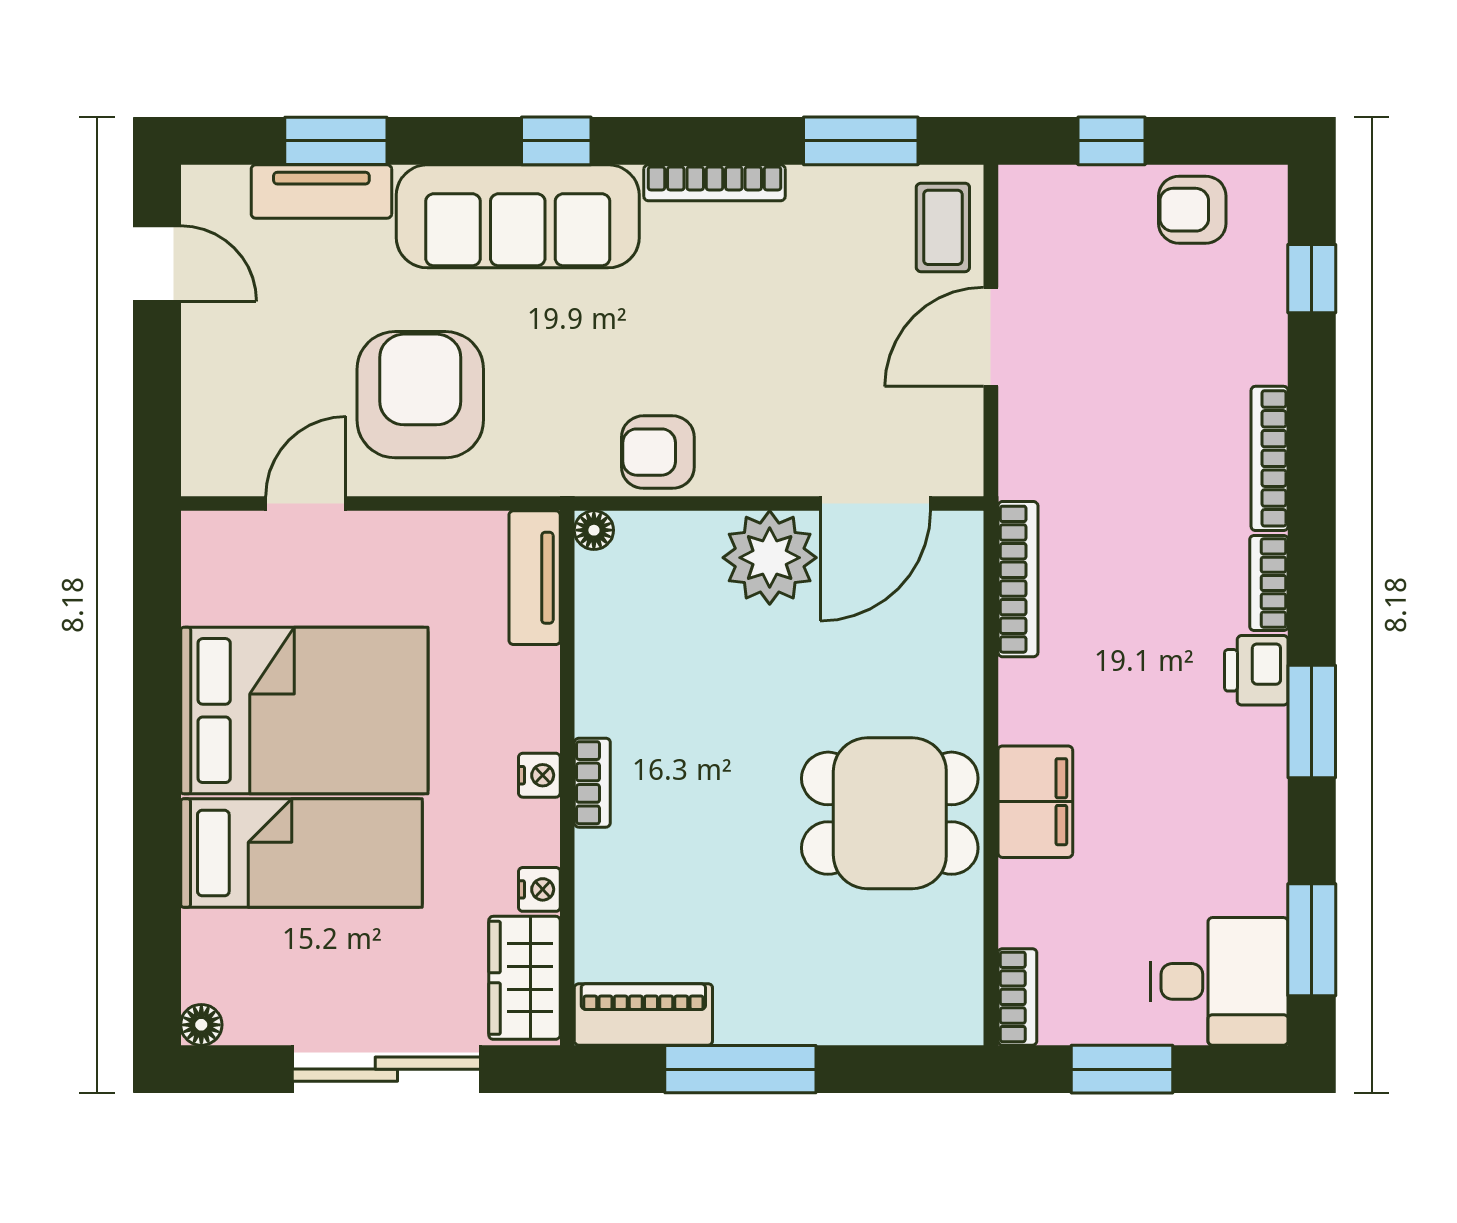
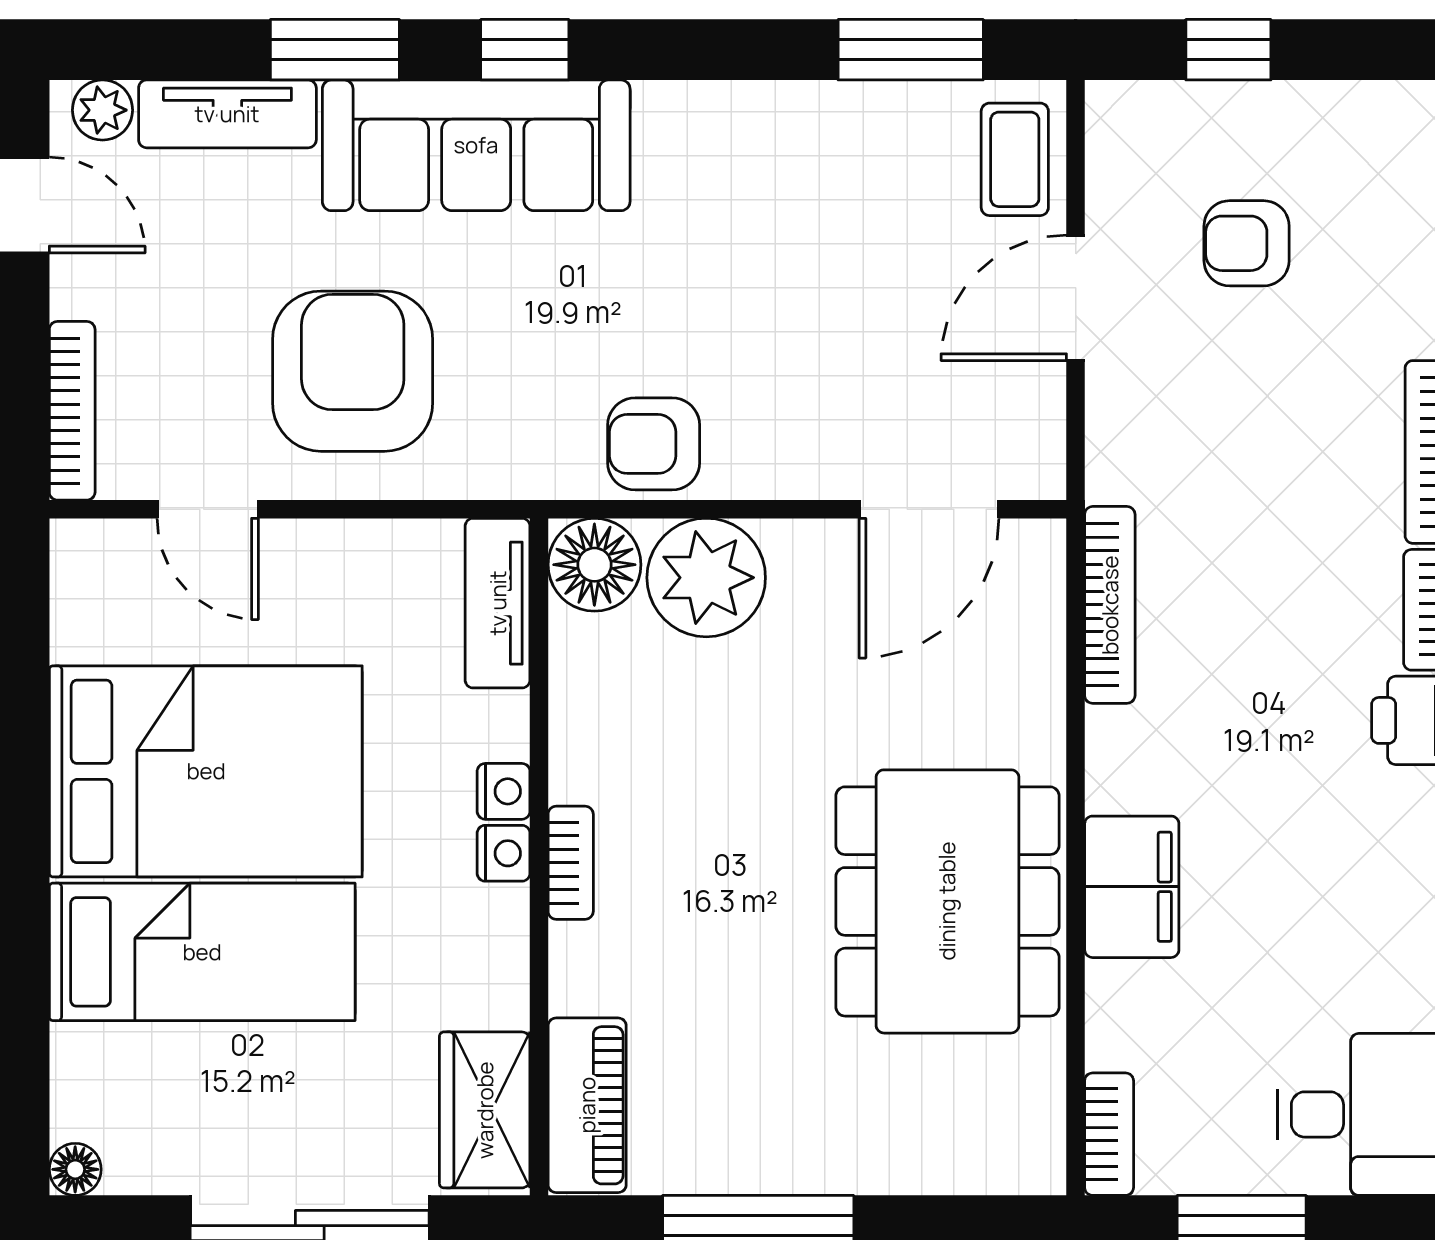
window: (336, 141) -> (335, 50), moved
bookcase: (715, 183) -> (72, 411), moved, turned -90
plant: (223, 188) -> (103, 110), added
armchair: (1192, 210) -> (1247, 243), moved
door: (306, 504) -> (208, 509), swing flipped
floor lamp: (594, 530) -> (594, 565), width x1.89, depth x1.89
plant: (770, 558) -> (706, 578), moved
dining table: (890, 813) -> (947, 901), width x1.38
nightstand: (539, 889) -> (504, 791), moved
piano: (643, 1014) -> (587, 1105), moved, turned 90

